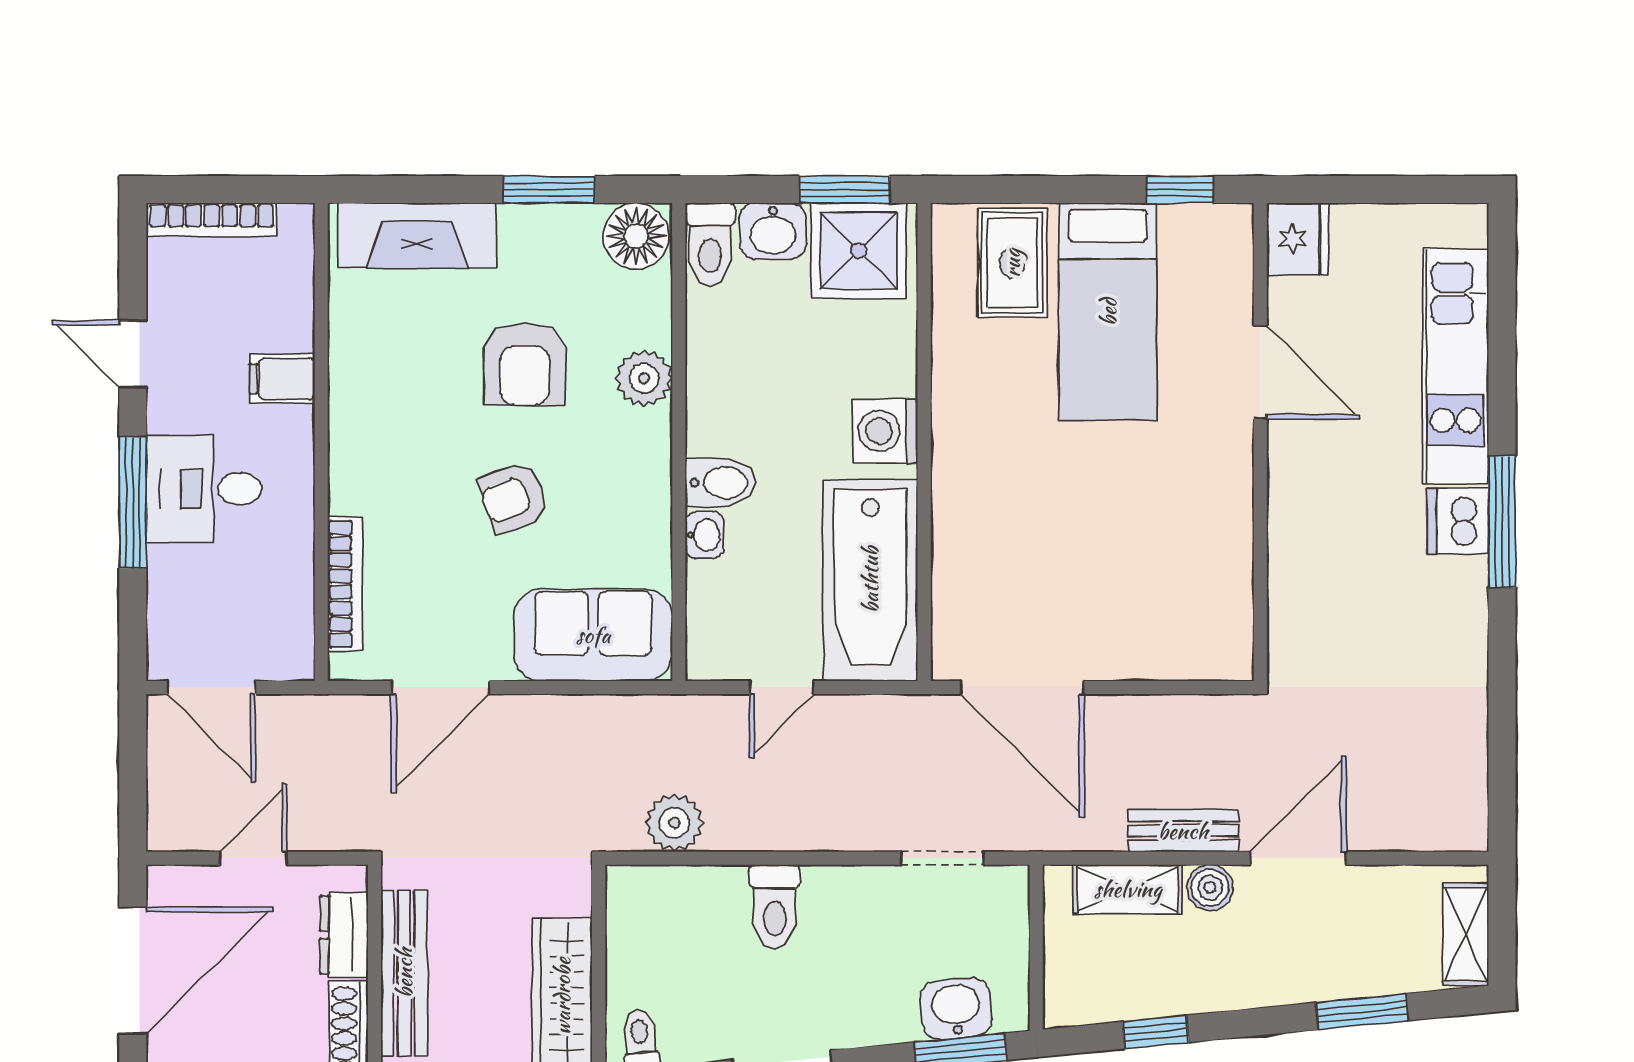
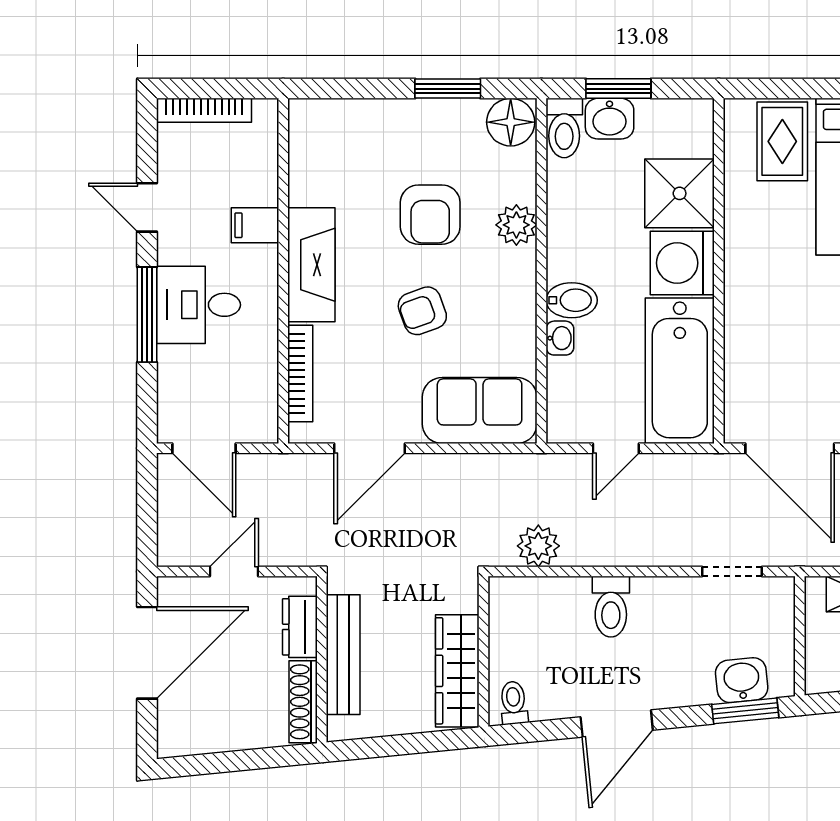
window: (845, 190) -> (618, 89), moved
fireplace: (417, 235) -> (311, 265), moved, turned -90
shower: (859, 251) -> (680, 193), moved
washing machine: (886, 431) -> (682, 263), width x1.37, depth x1.37

